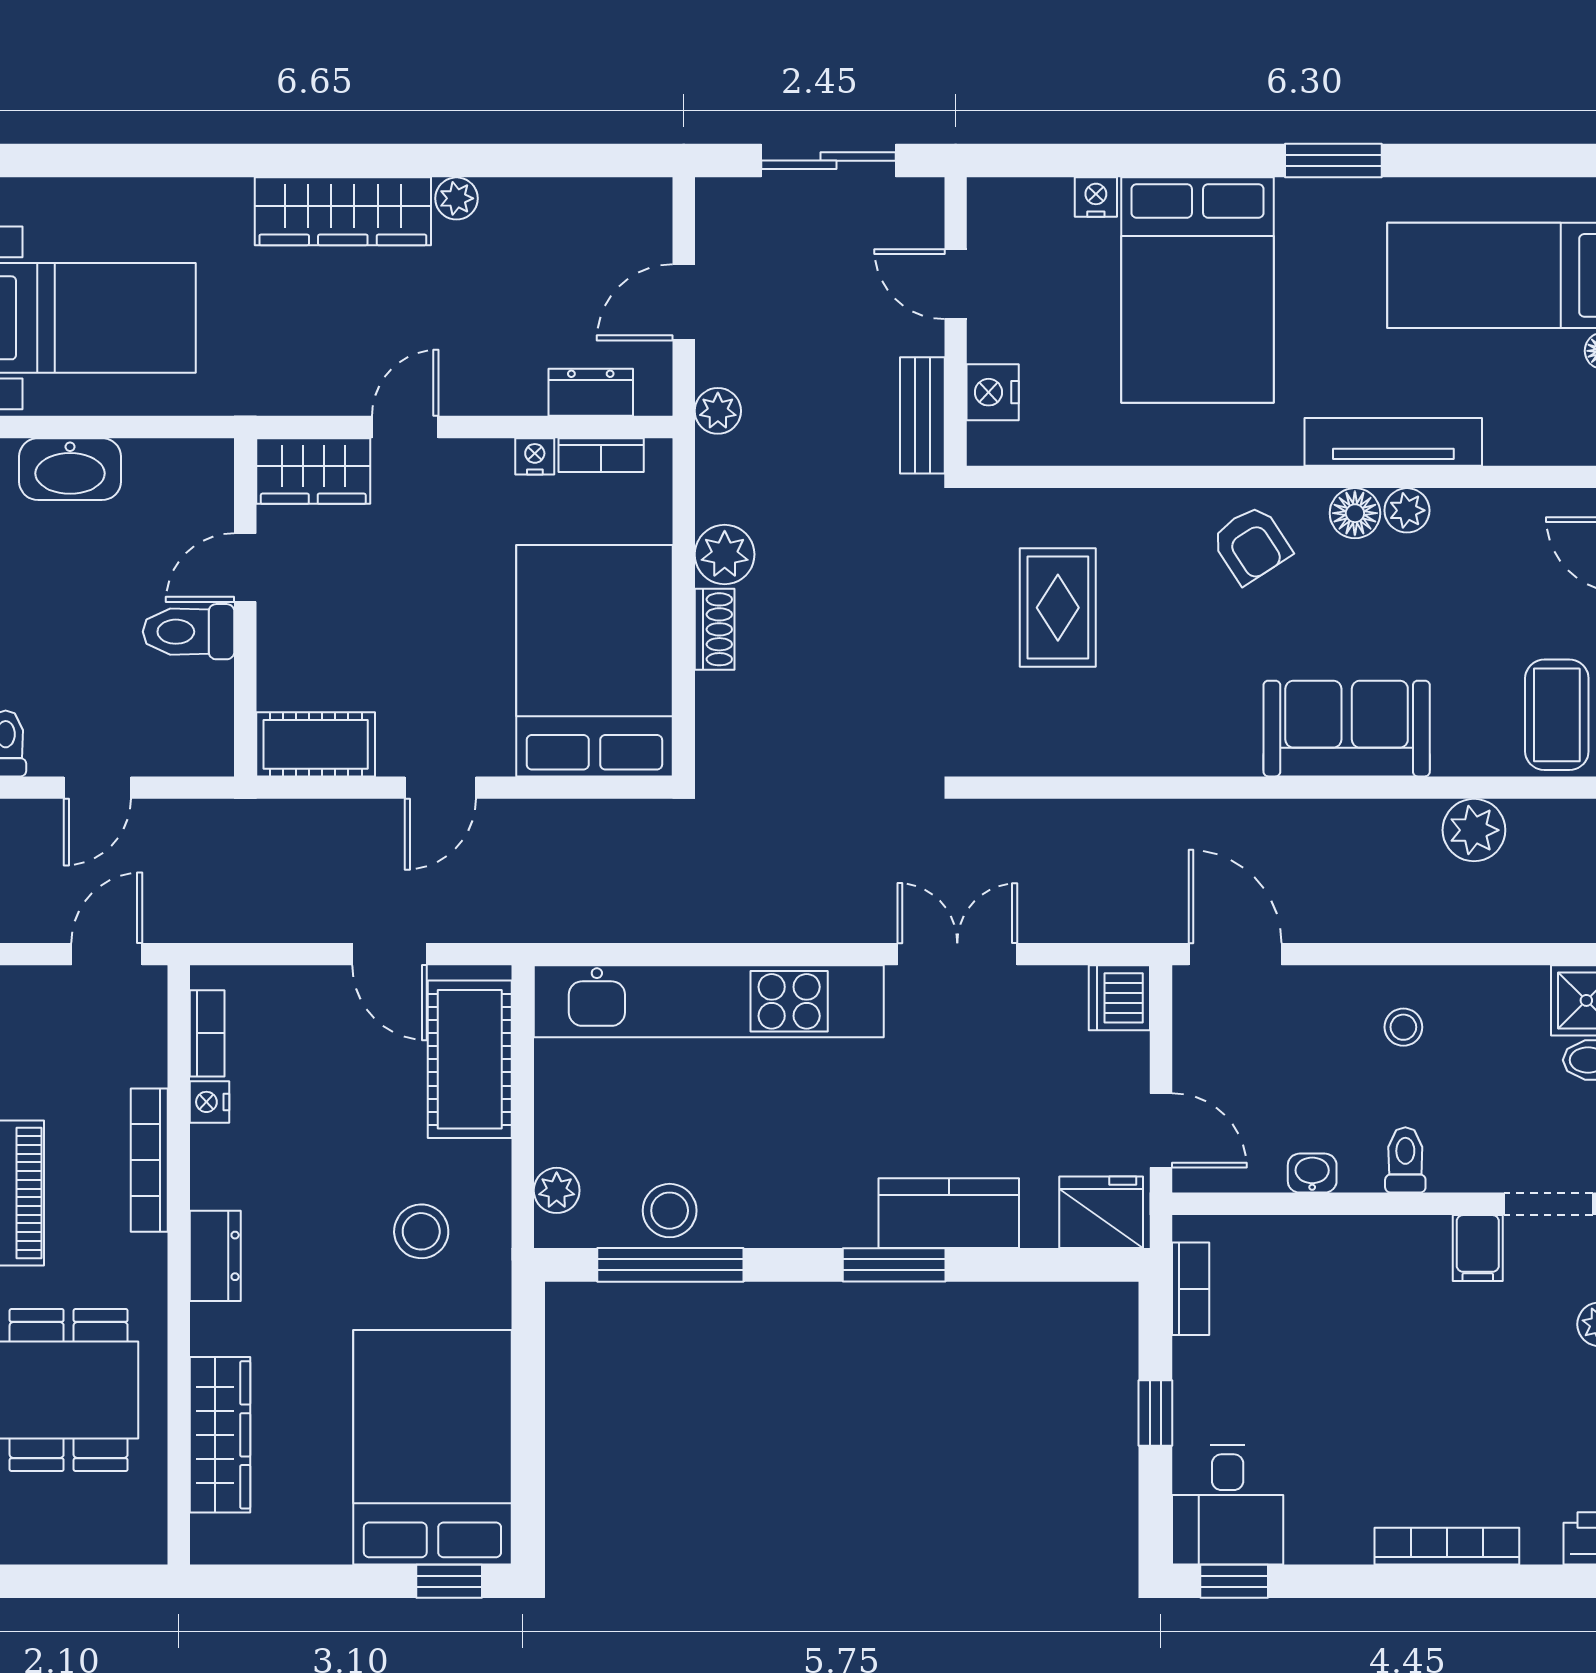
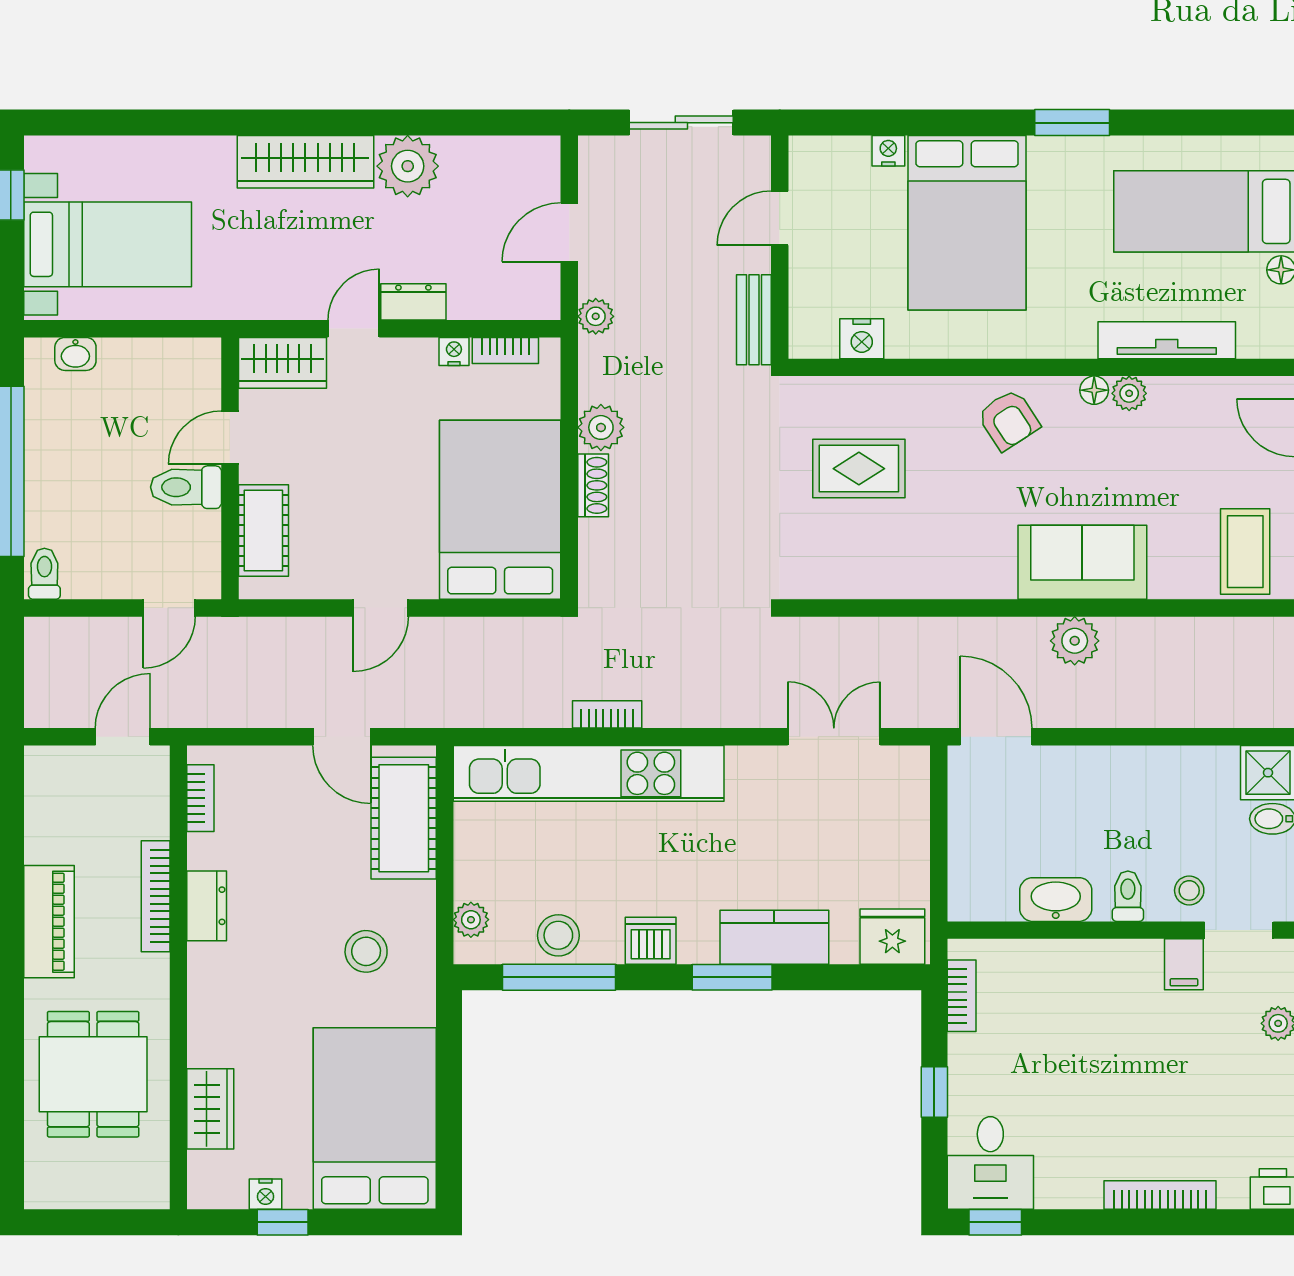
plant: (456, 198) -> (408, 166), width x1.87, depth x1.87
door: (956, 284) -> (780, 218), hinge flipped
dresser: (591, 392) -> (413, 302), moved
nightstand: (993, 392) -> (862, 339), moved, turned -90
tv unit: (1393, 442) -> (1167, 340), moved
washbasin: (70, 469) -> (75, 354), width x0.52, depth x0.69
floor lamp: (1355, 513) -> (1094, 390), width x0.73, depth x0.73
rug: (1058, 608) -> (859, 469), turned 90
cot: (316, 744) -> (263, 530), moved, turned 90
door: (97, 788) -> (169, 608), moved
plant: (1474, 830) -> (1075, 641), moved
bookcase: (733, 925) -> (607, 714), added
double door: (957, 954) -> (834, 737), moved
dishwasher: (1119, 998) -> (651, 941), moved, turned 90
stool: (1403, 1027) -> (1189, 890), moved
nightstand: (210, 1102) -> (266, 1194), moved, turned -90
door: (1161, 1130) -> (939, 873), removed
washbasin: (1312, 1173) -> (1056, 900), width x1.91, depth x1.45
dresser: (215, 1256) -> (207, 906), moved
wardrobe: (220, 1435) -> (210, 1109), width x0.67
window: (449, 1581) -> (283, 1222), moved

